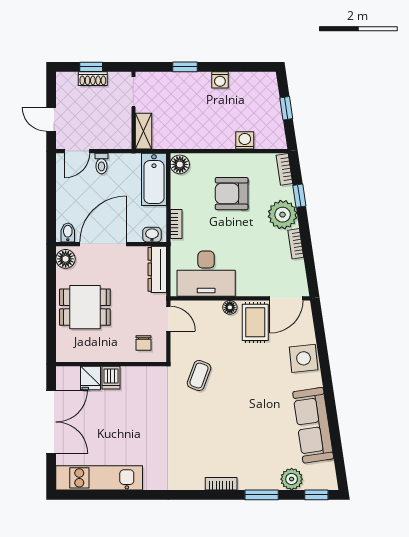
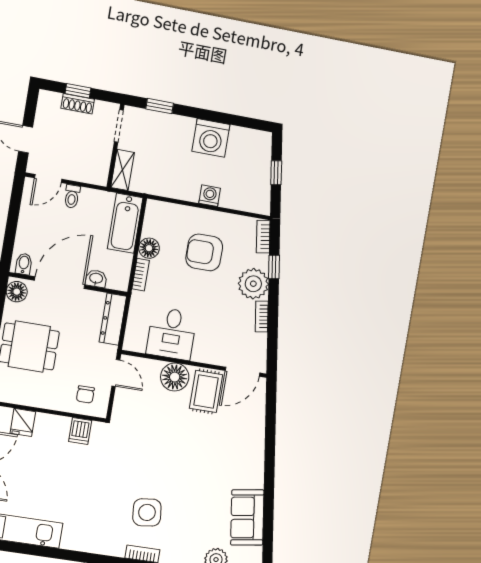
window: (185, 67) -> (160, 106), moved
washing machine: (220, 80) -> (211, 138), width x1.89, depth x1.89
washing machine: (245, 140) -> (210, 196), moved
floor lamp: (180, 164) -> (149, 248), moved
washbasin: (152, 235) -> (96, 279), moved
desk: (206, 274) -> (172, 334), width x0.73
floor lamp: (230, 307) -> (175, 377), width x1.89, depth x1.89
side table: (304, 358) -> (147, 512), moved
coffee table: (199, 376) -> (138, 438), removed
dishwasher: (111, 378) -> (80, 431), moved
sofa: (313, 425) -> (247, 517), width x0.73

